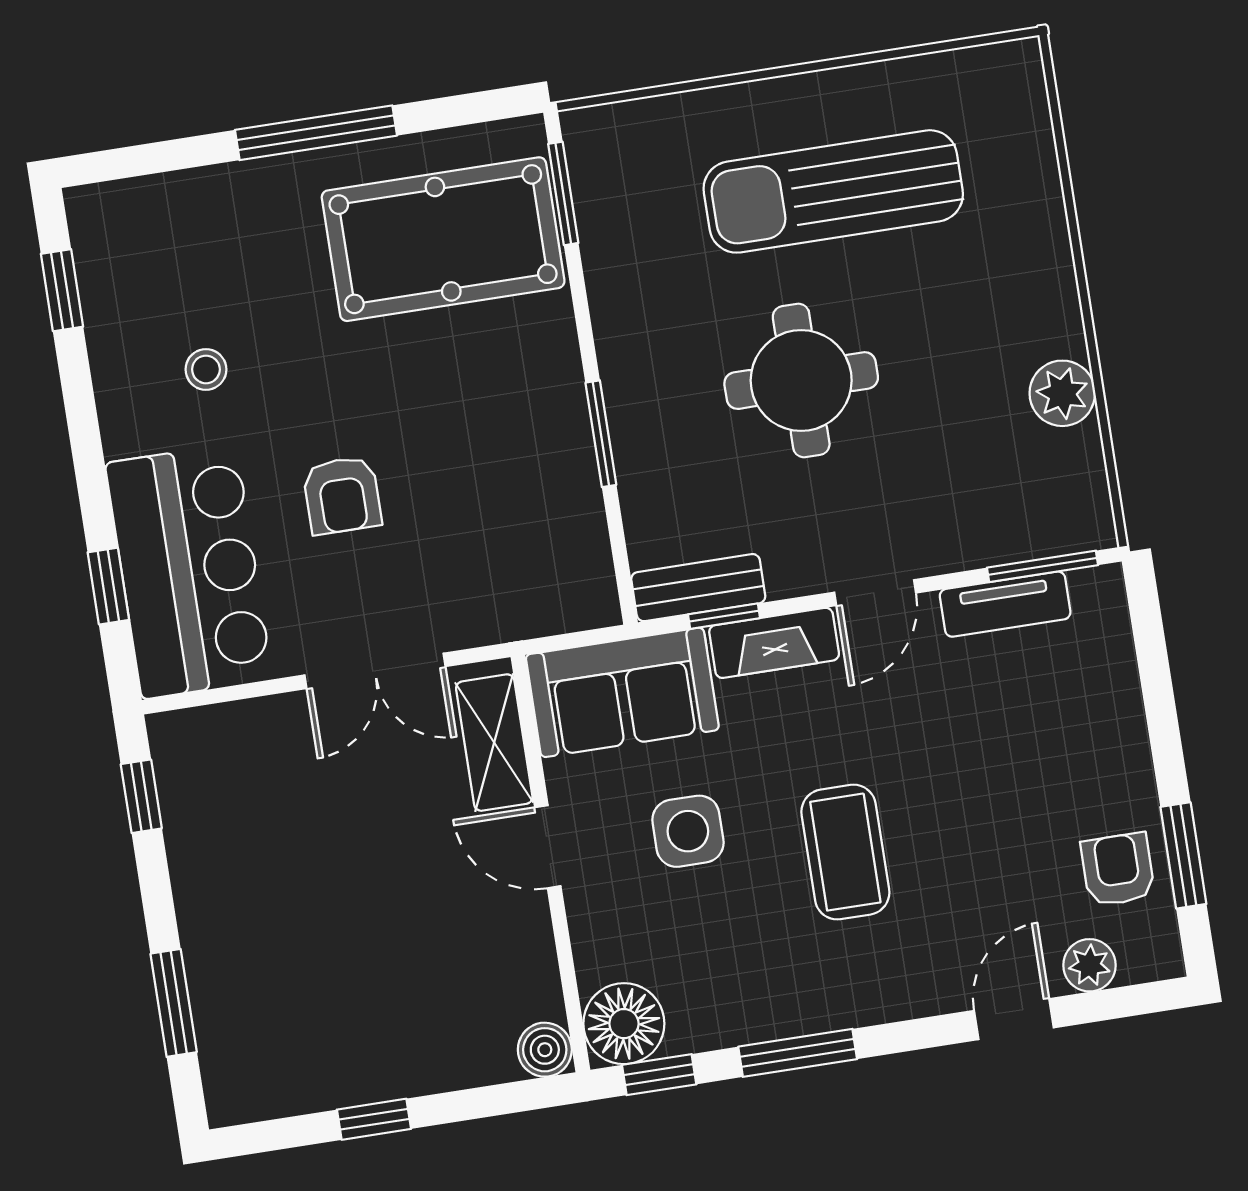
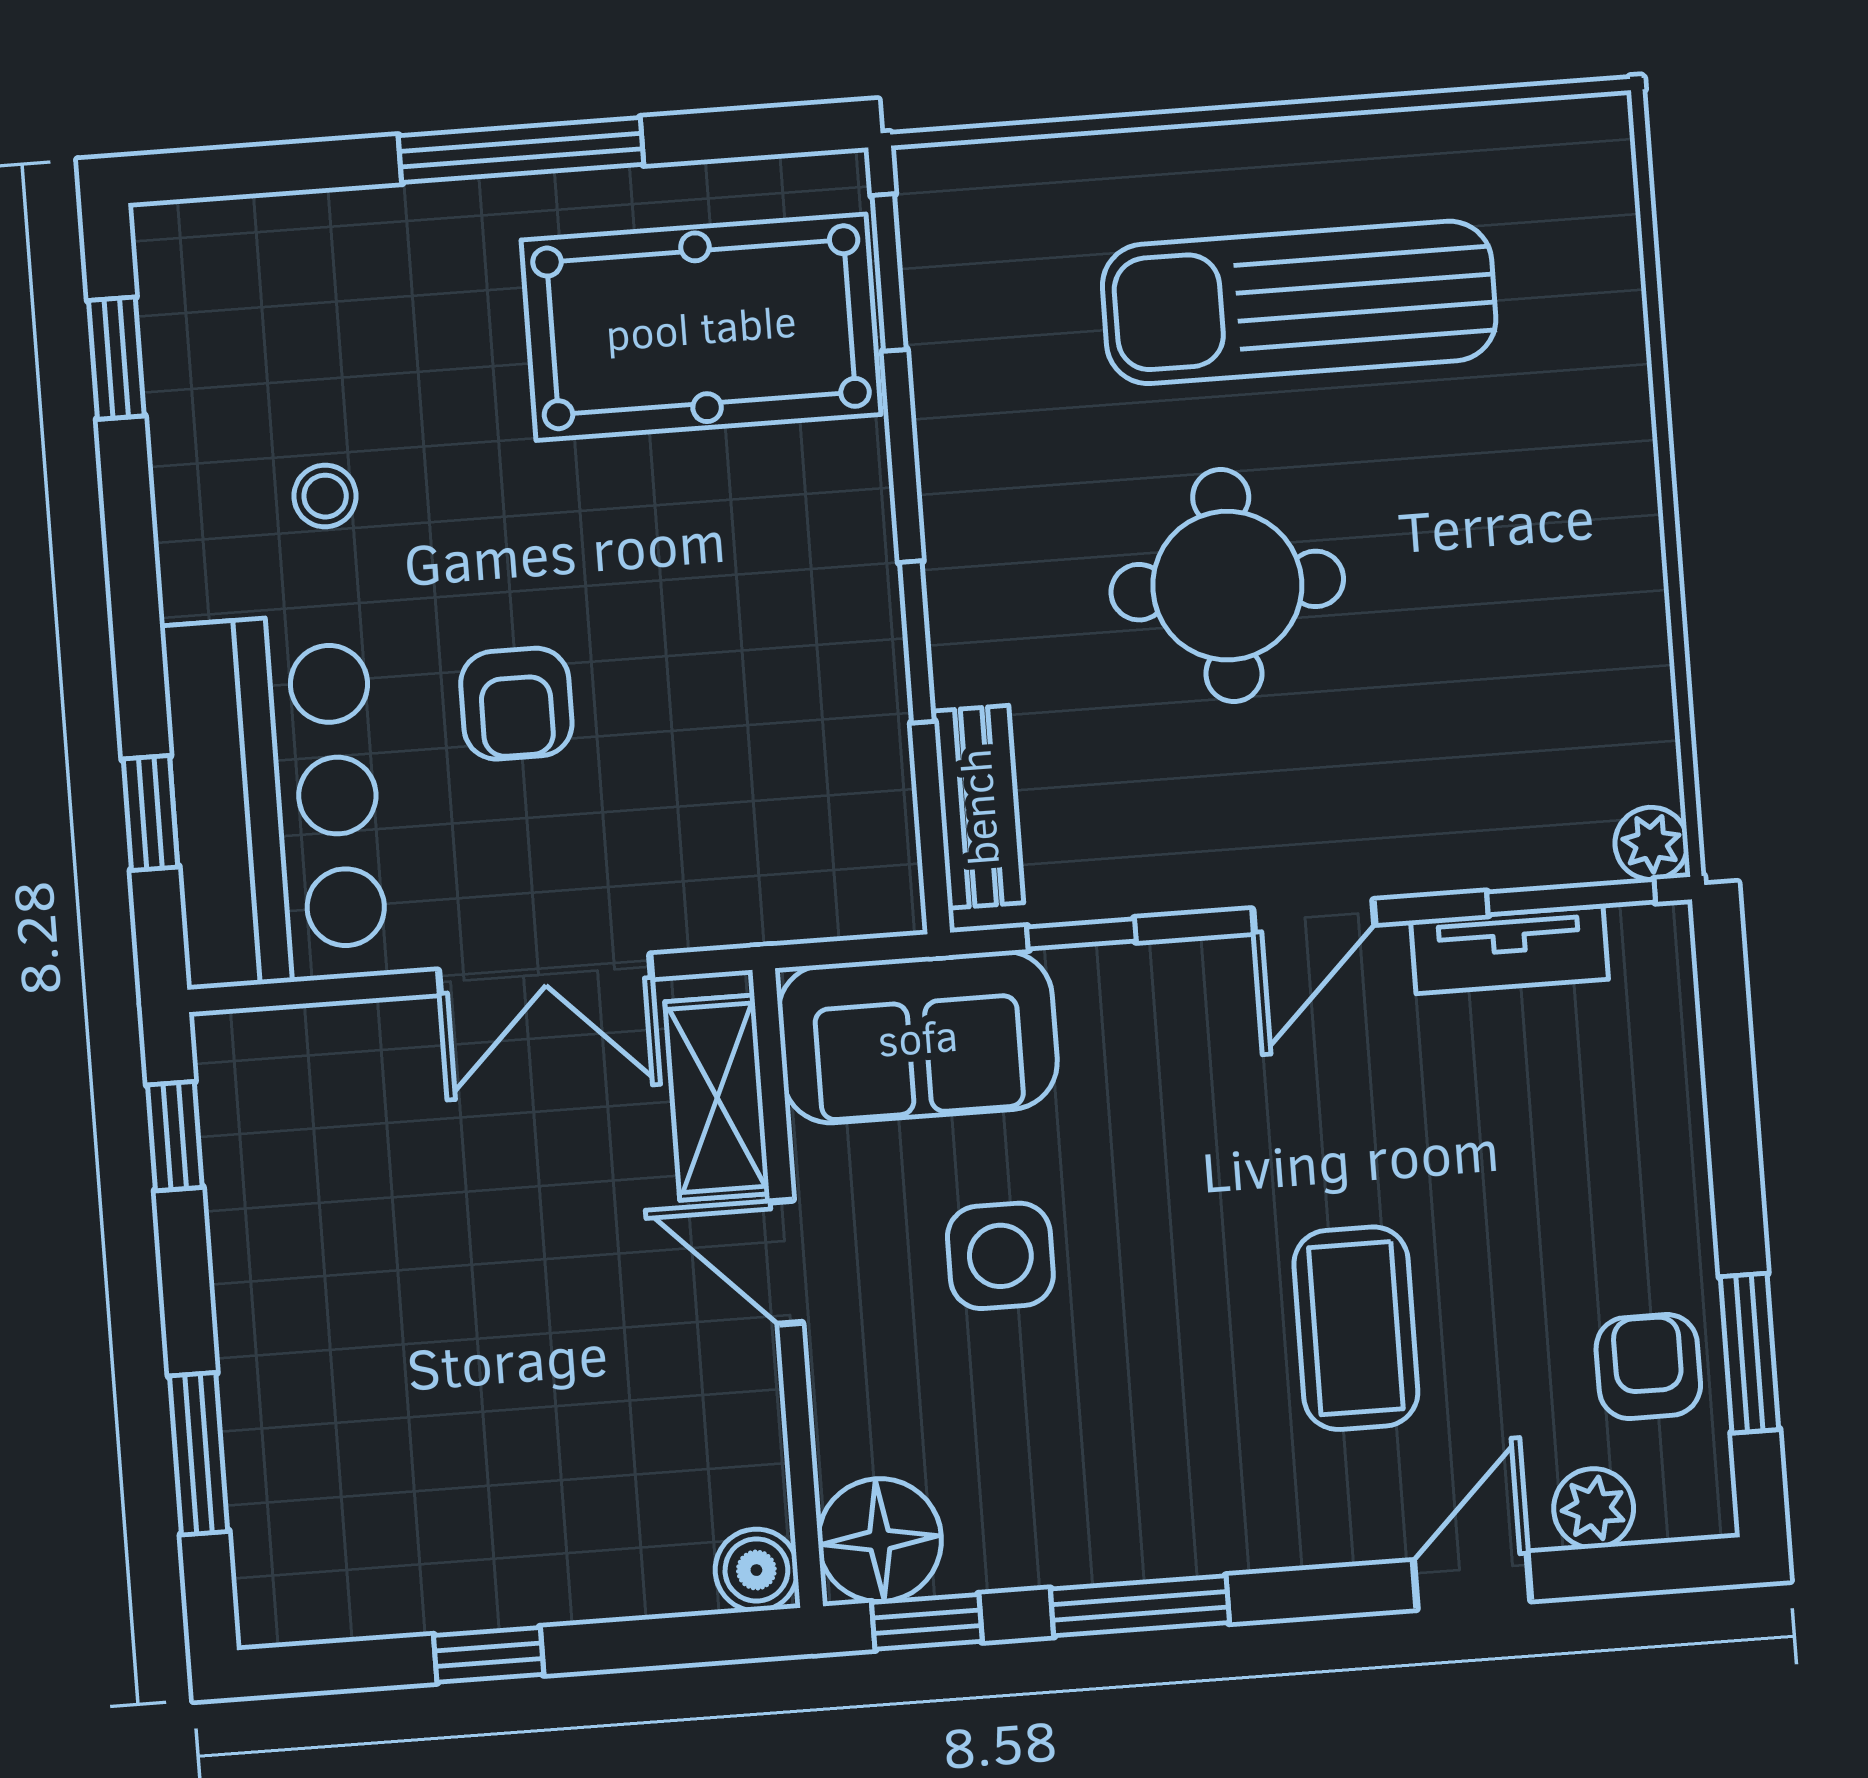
plant: (1062, 393) -> (1651, 843), moved, width x0.73, depth x0.73
bench: (698, 588) -> (978, 807), moved, turned 90
fireplace: (774, 643) -> (1154, 980), removed
coffee table: (845, 852) -> (1356, 1328), moved

